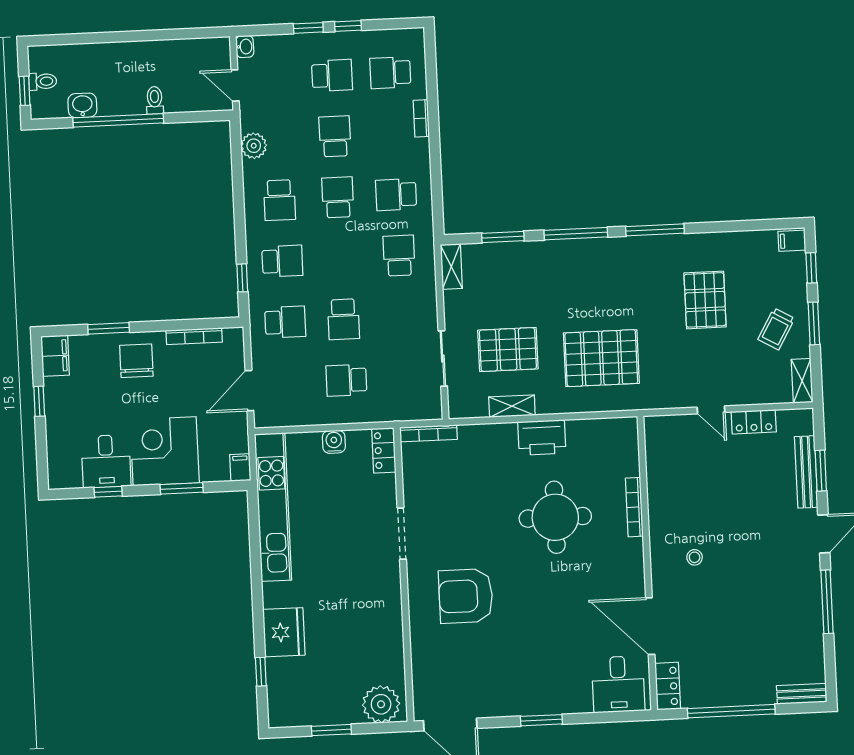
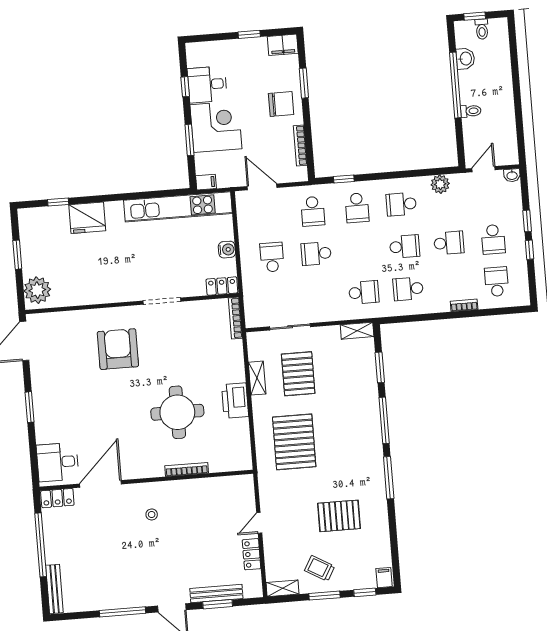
school desk: (396, 195) -> (408, 289), turned -90
bench: (801, 694) -> (54, 589), width x1.36

